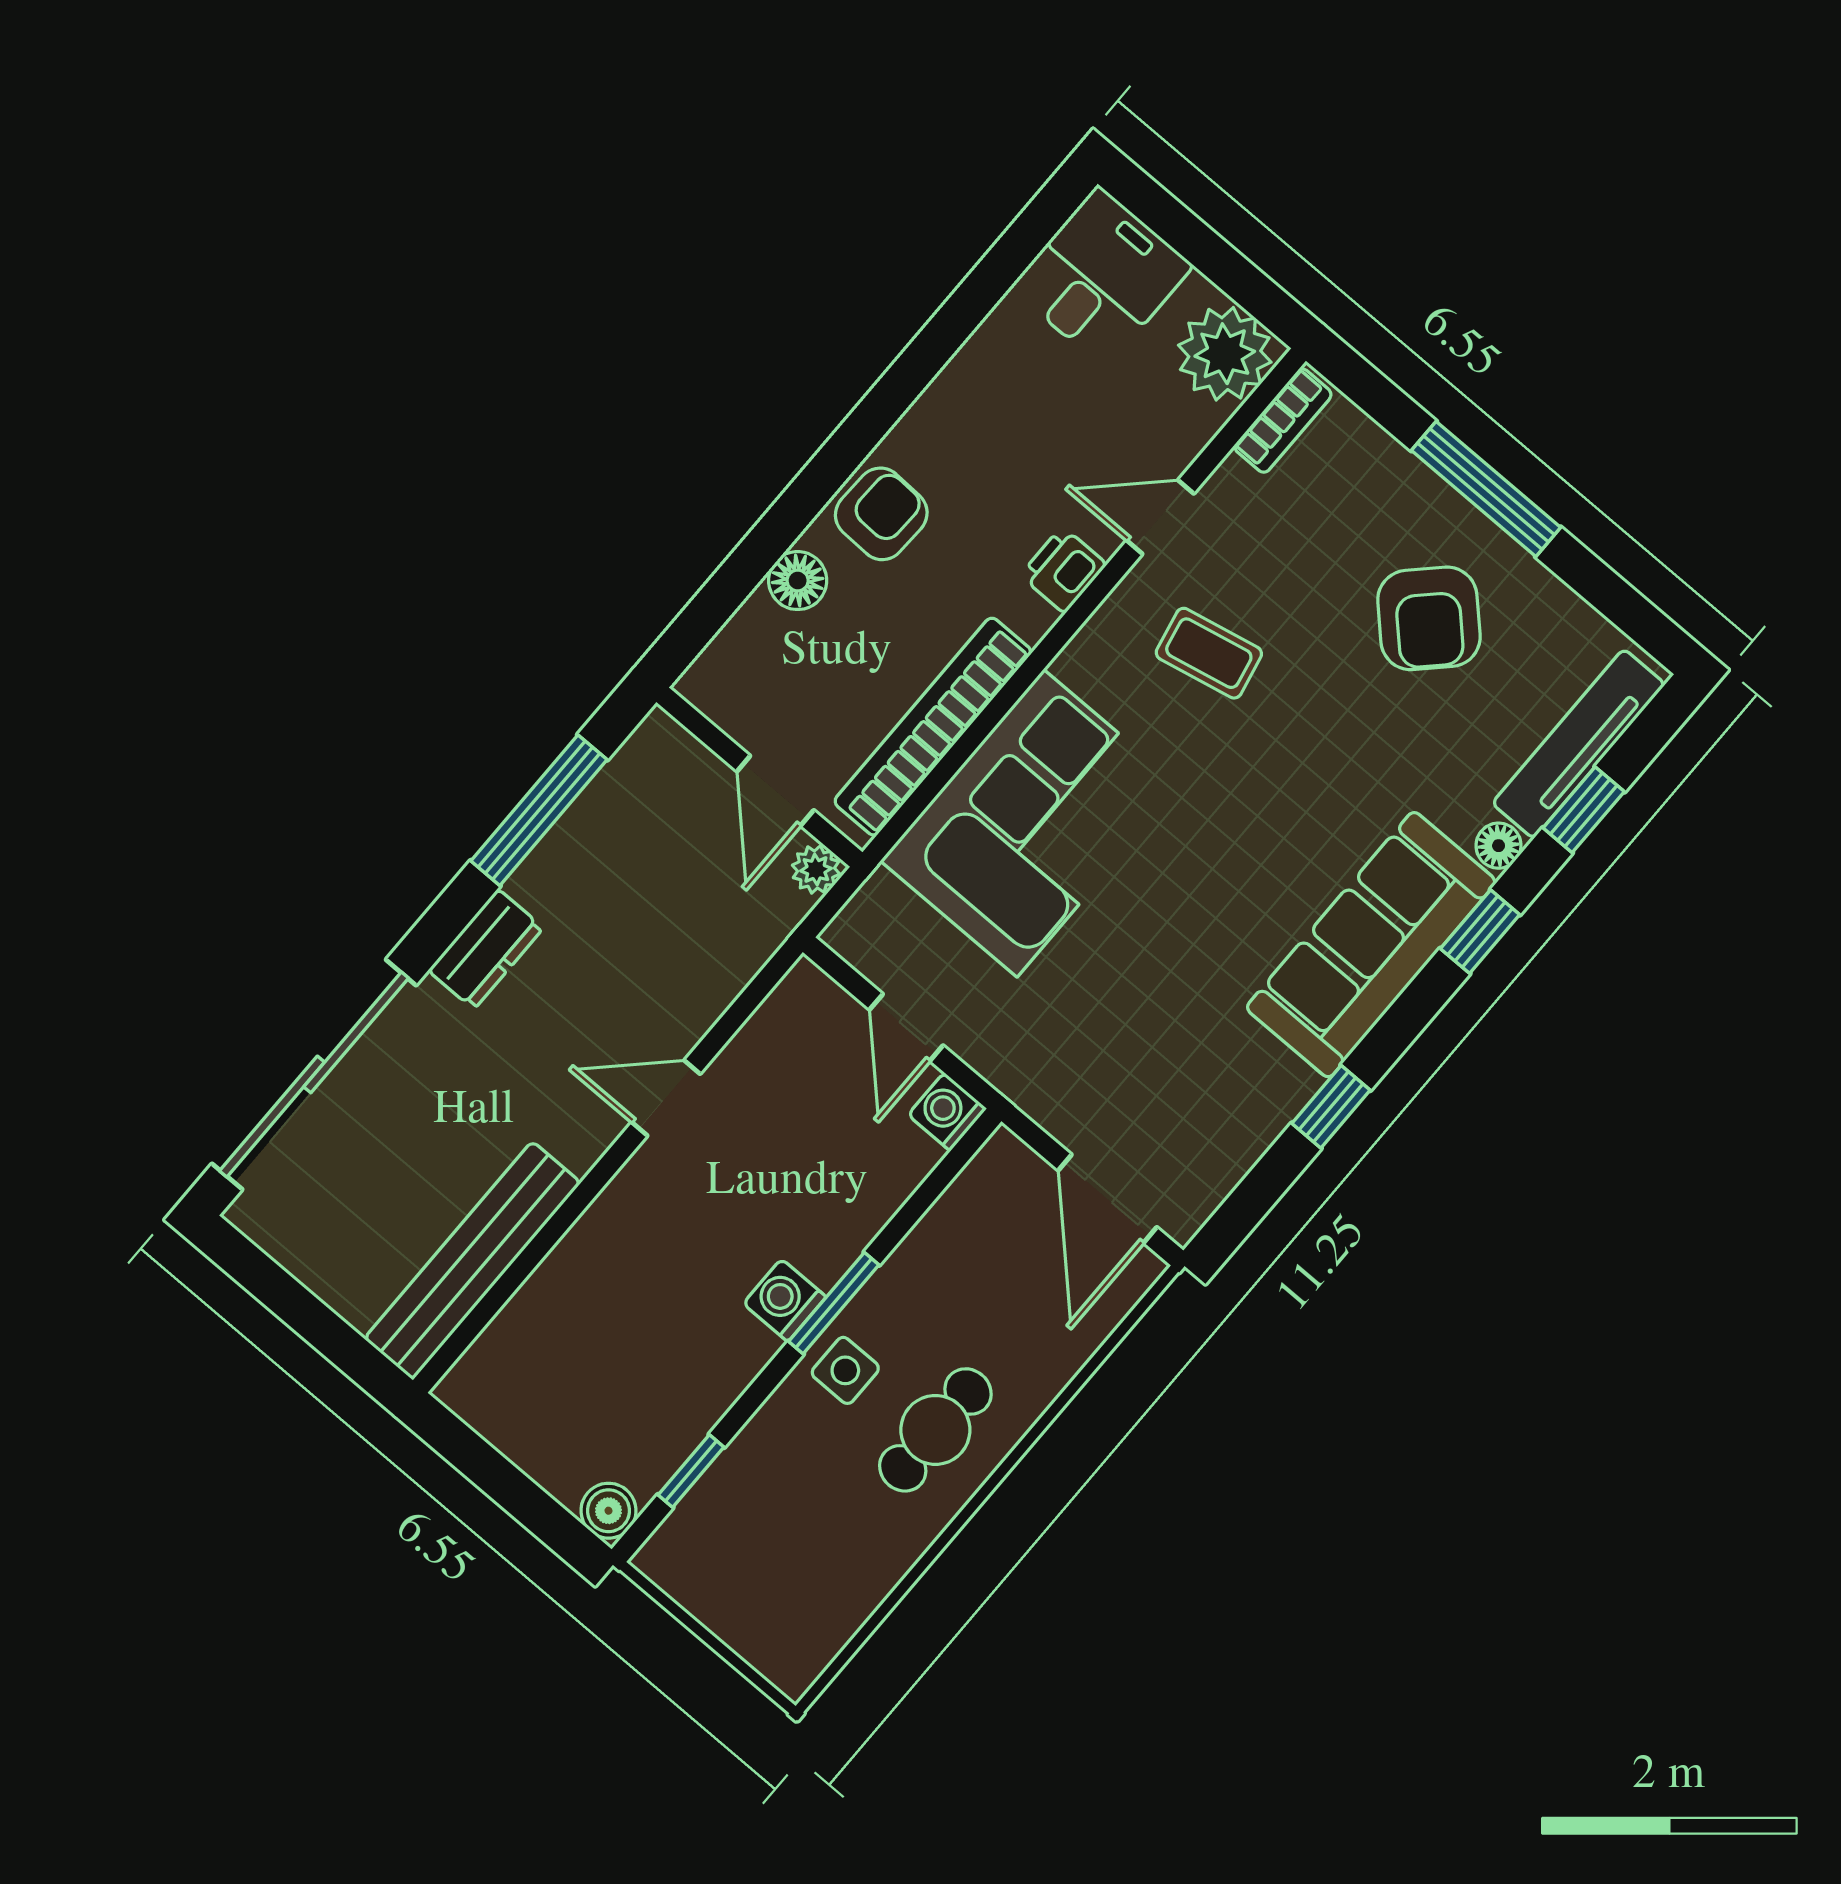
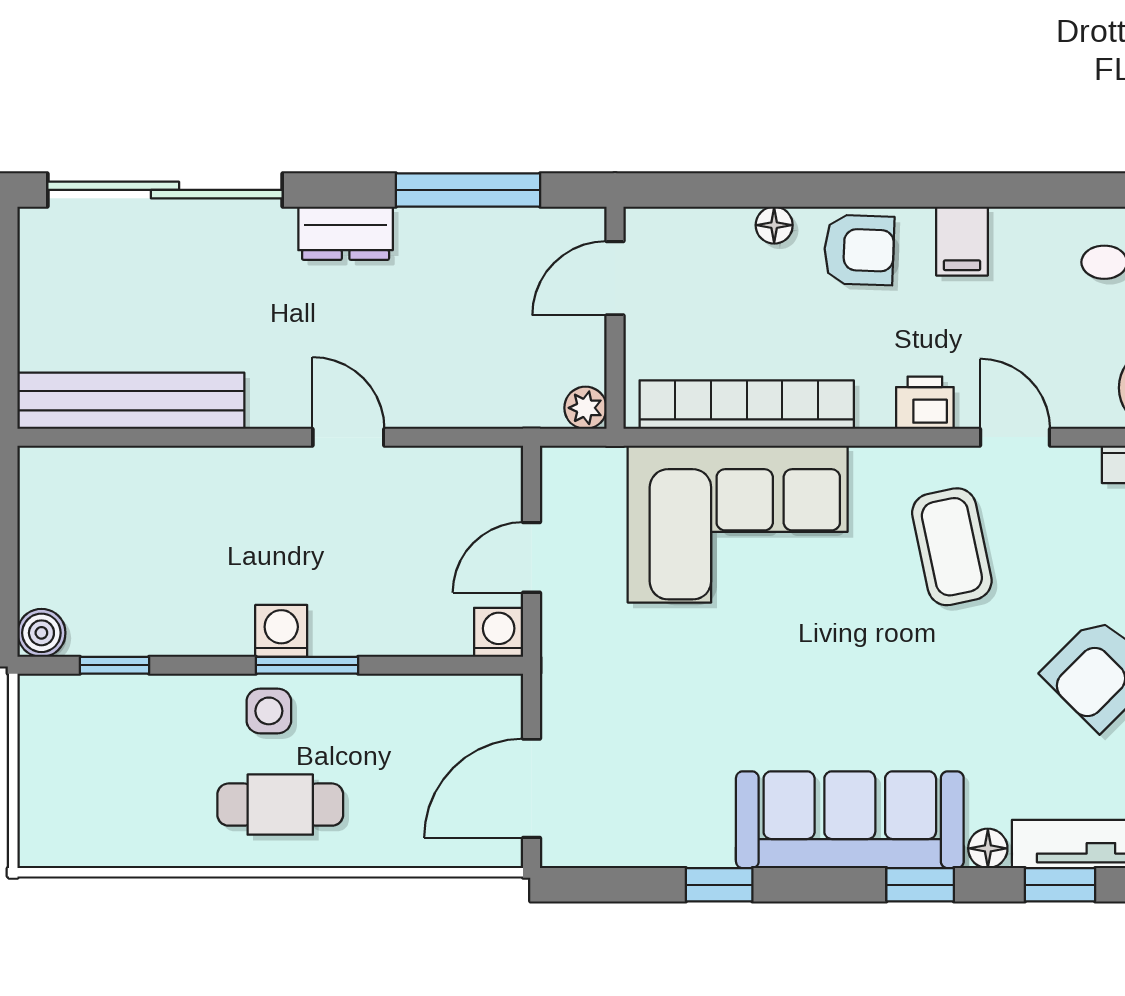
filing cabinet: (950, 418) -> (962, 241), added
floor lamp: (798, 581) -> (774, 225), width x0.73, depth x0.73
coffee table: (1209, 653) -> (952, 547), width x1.36, depth x1.30
door: (775, 791) -> (615, 278), moved

